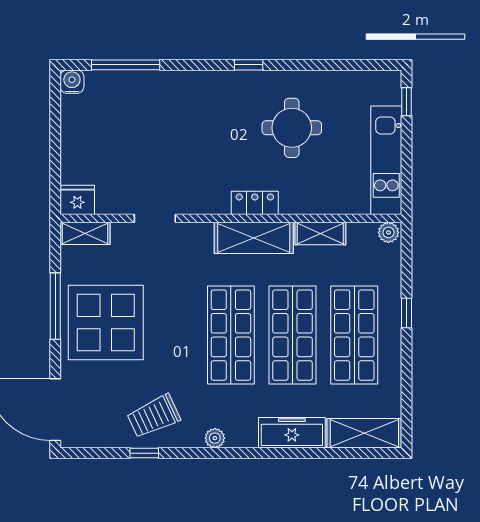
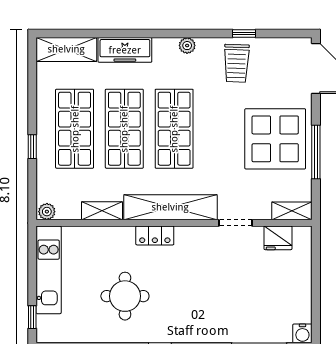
fridge: (77, 200) -> (278, 238), moved
shelving: (254, 238) -> (170, 207), width x1.47
trolley: (154, 416) -> (236, 63), turned 117

